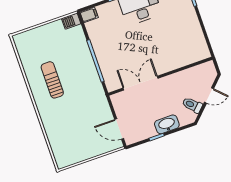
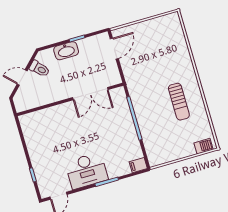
barbecue: (71, 21) -> (203, 146), moved
door: (119, 129) -> (114, 49), hinge flipped

